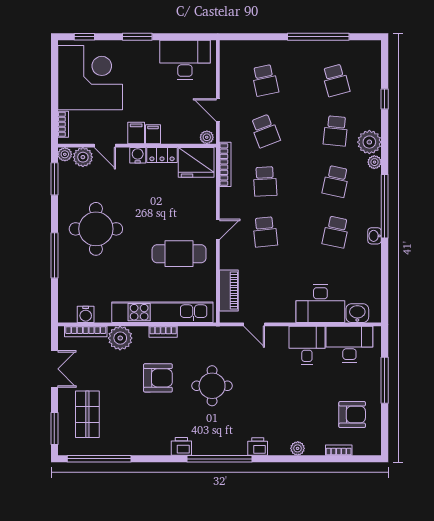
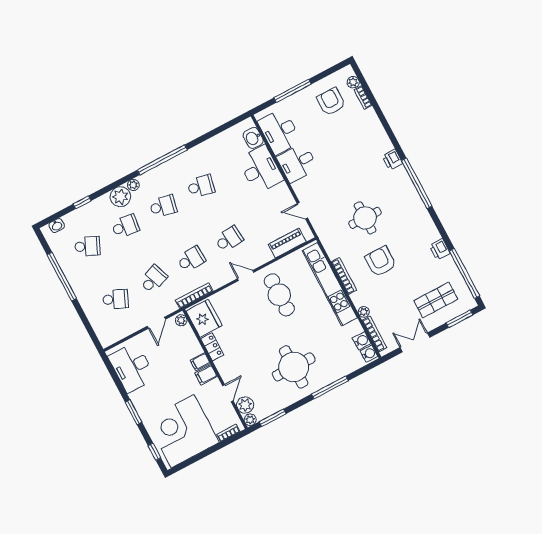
school desk: (265, 80) -> (115, 299), turned 36
school desk: (336, 80) -> (87, 246), turned 39
water cooler: (138, 155) -> (369, 354), moved, turned 180
washbasin: (375, 236) -> (57, 225), moved
door: (254, 324) -> (302, 211), swing flipped
bookcase: (163, 332) -> (344, 276), width x1.56
plant: (120, 338) -> (364, 312), width x0.53, depth x0.53
printer: (181, 446) -> (440, 249), moved
plant: (298, 448) -> (353, 82), moved

